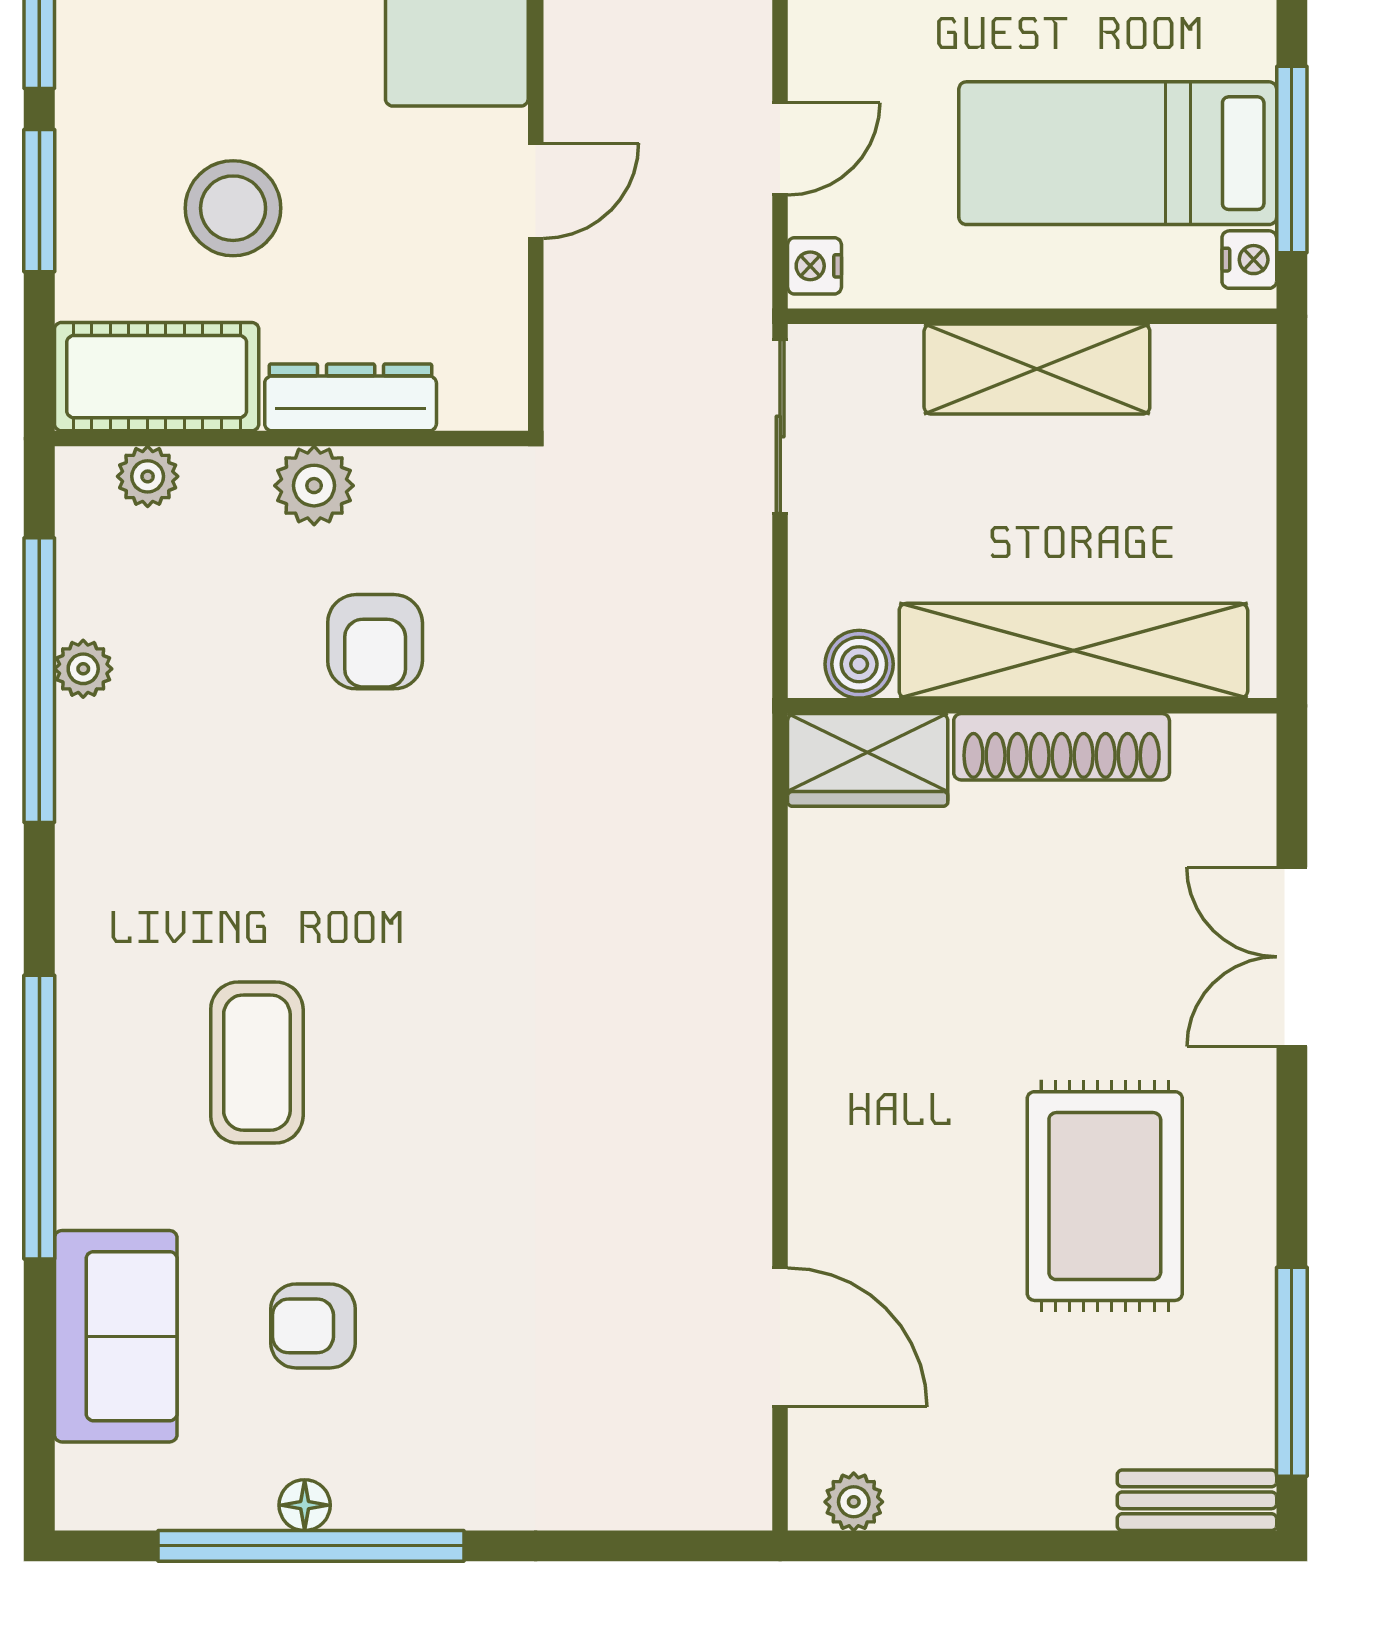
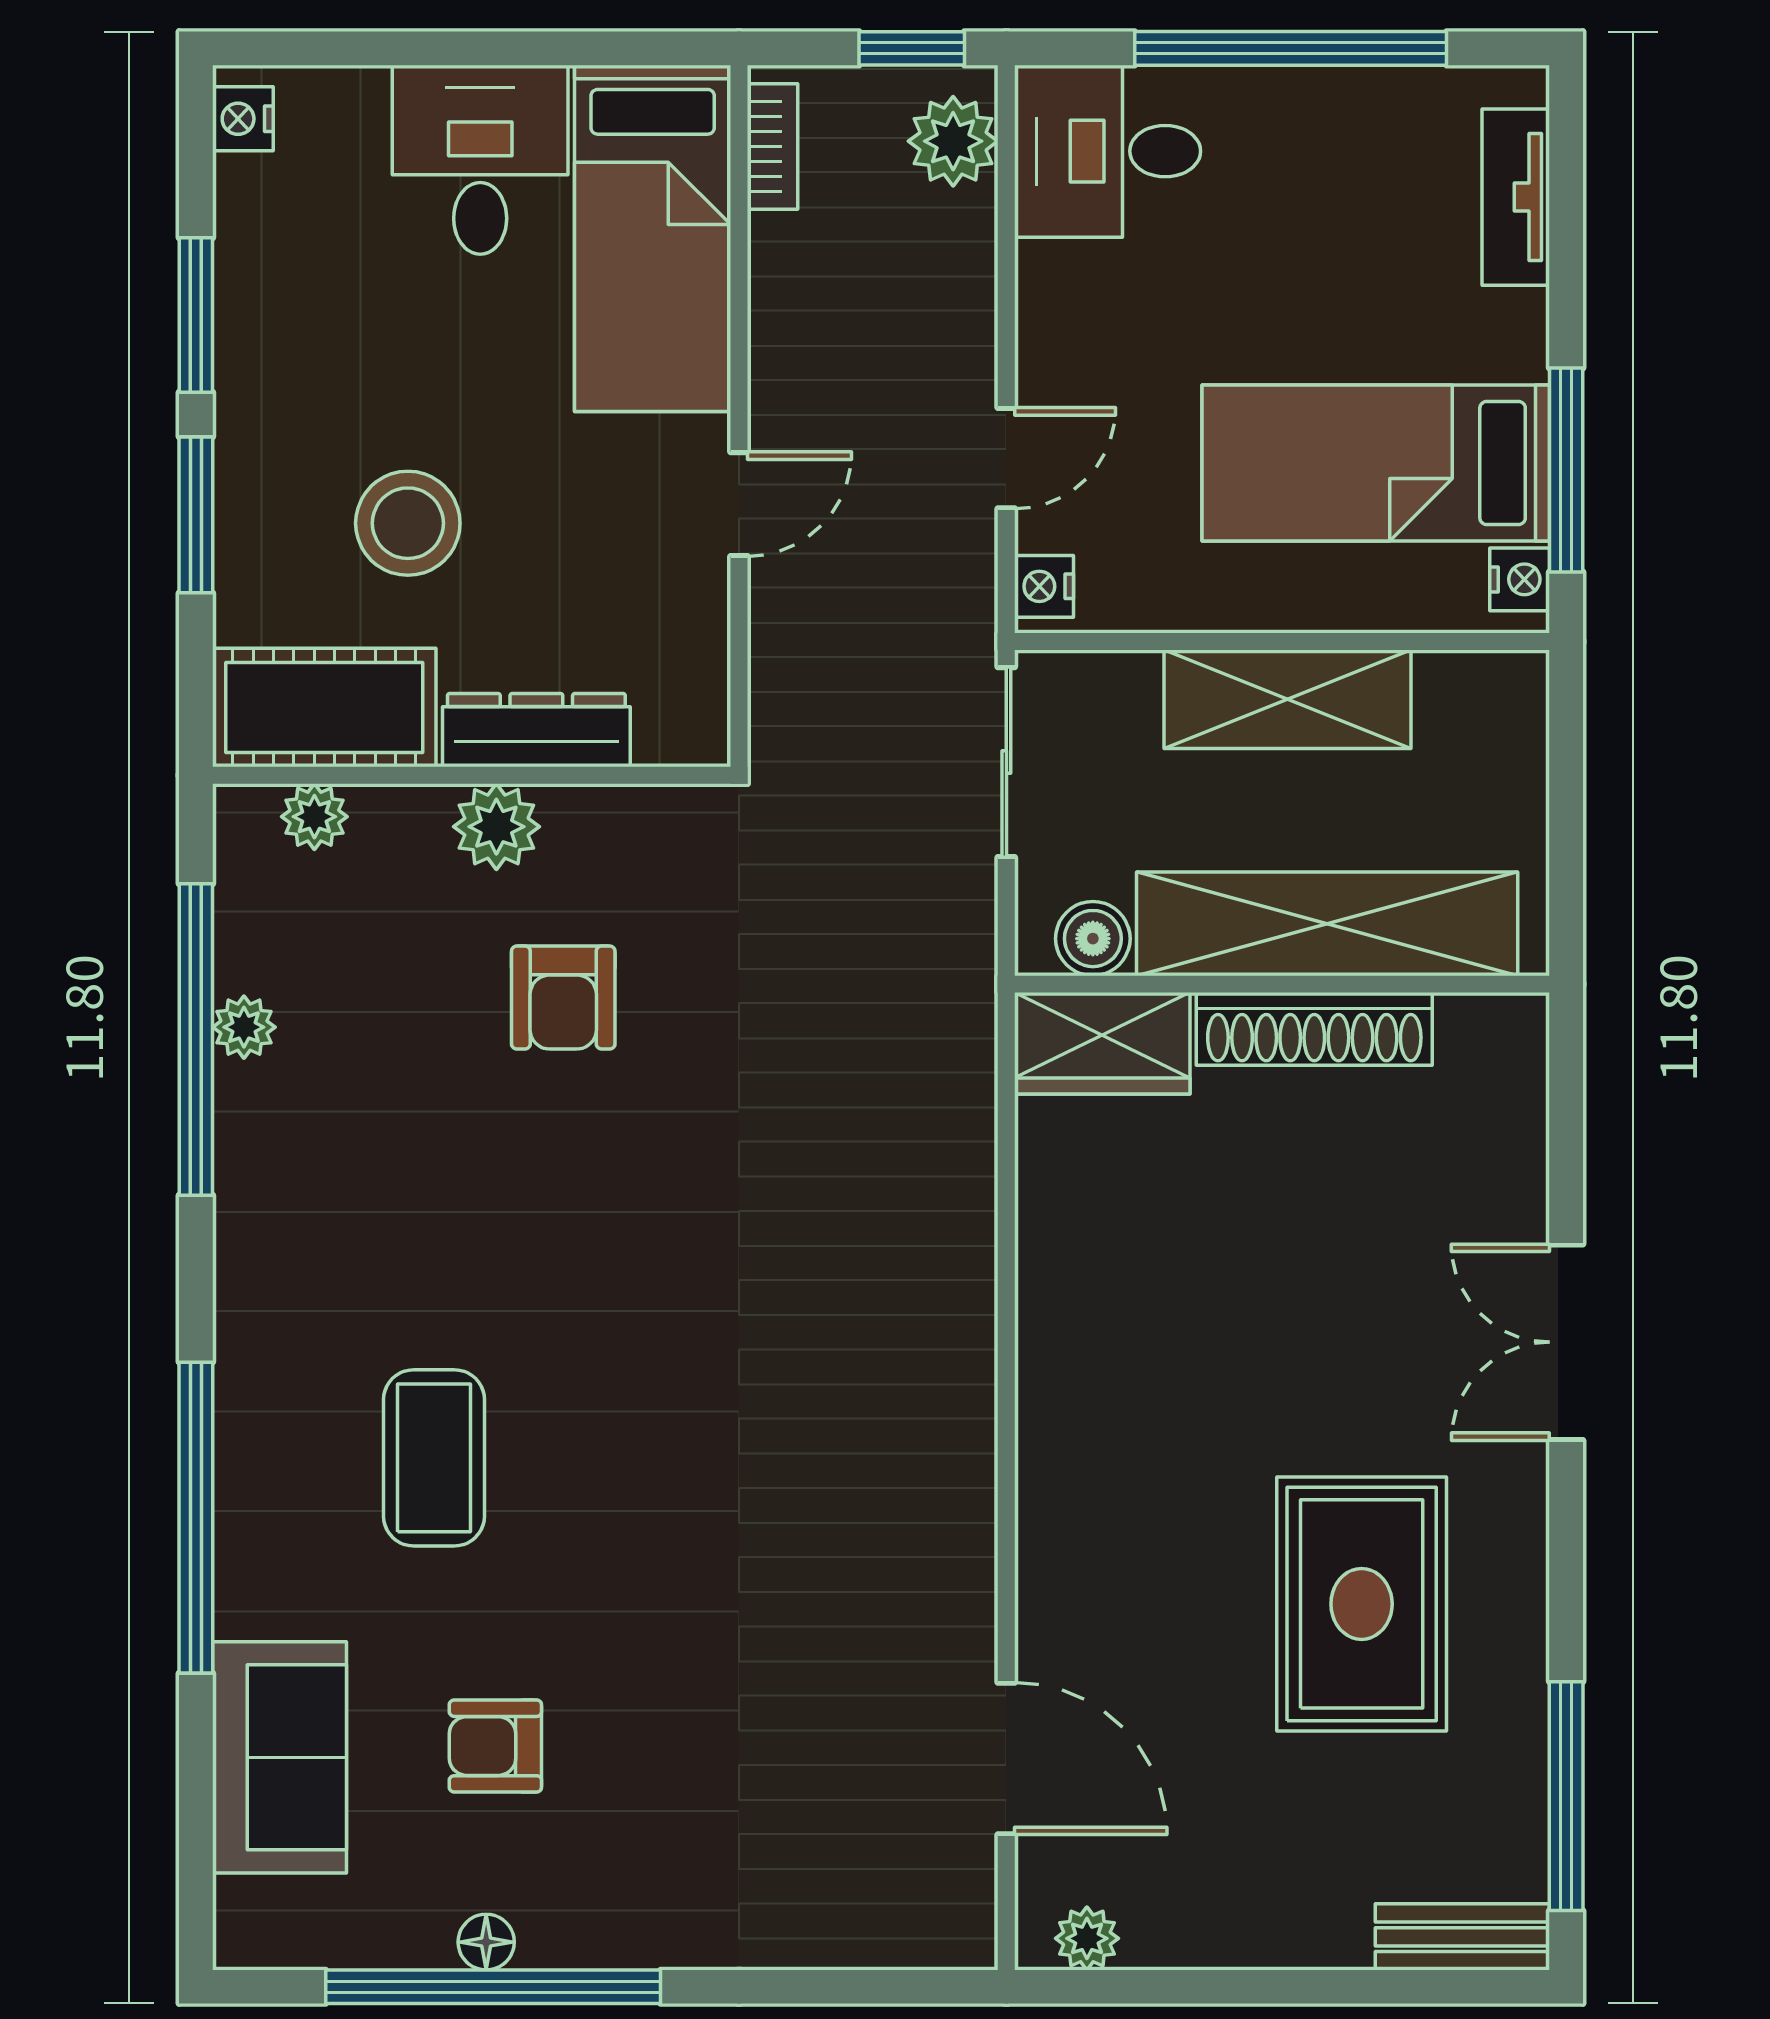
shelving: (1073, 651) -> (1327, 924), moved
boiler: (859, 664) -> (1093, 939), moved
wall: (1032, 706) -> (1282, 984), moved
shoe rack: (1062, 747) -> (1314, 1029), moved
wardrobe: (868, 760) -> (1102, 1043), moved

